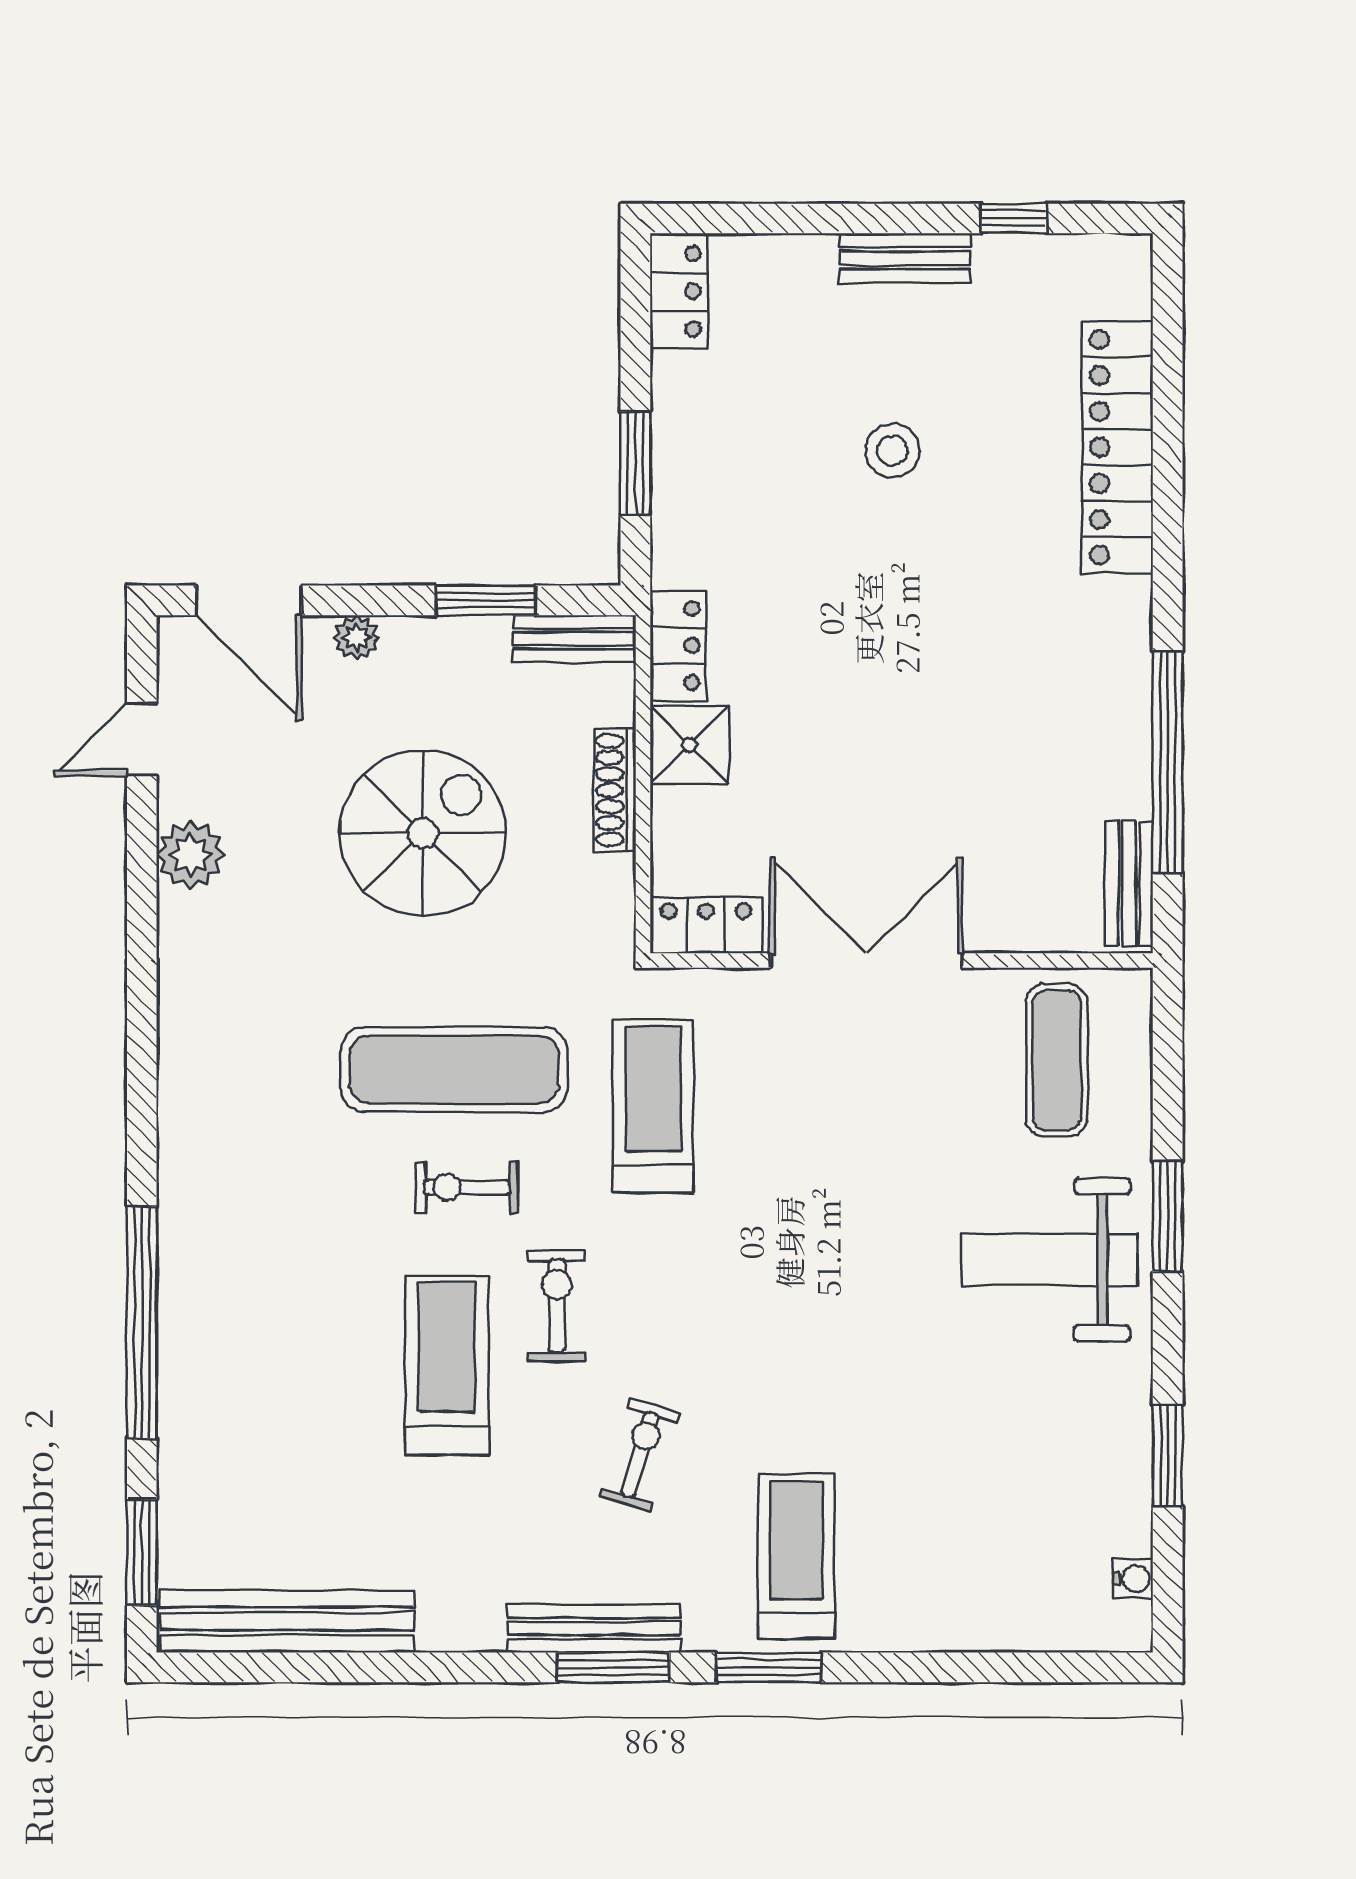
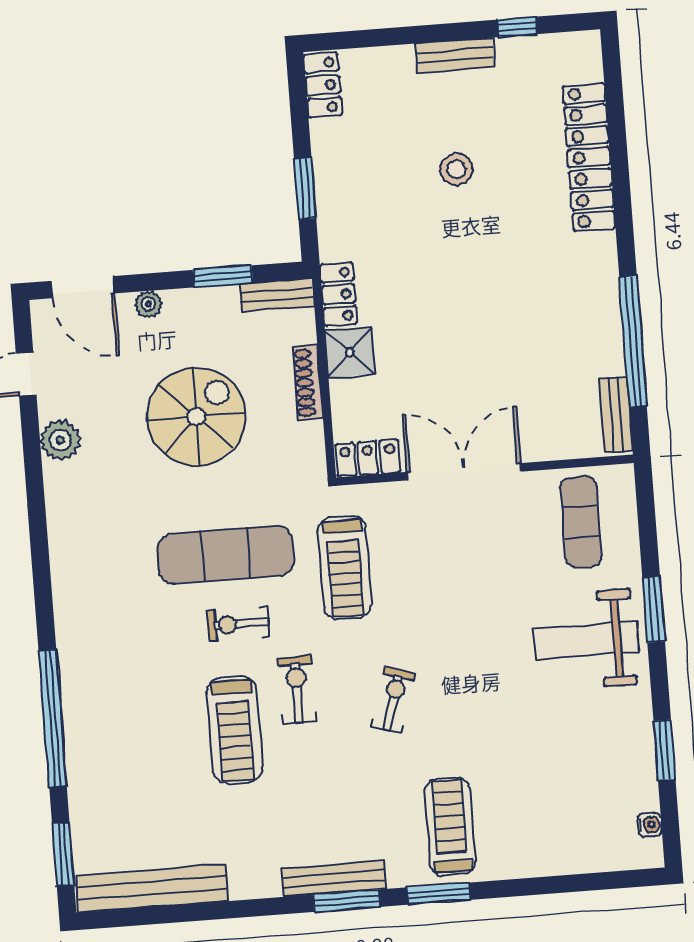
treadmill: (653, 1106) -> (345, 567), turned 180
treadmill: (447, 1365) -> (235, 730), turned 180
exercise bike: (640, 1455) -> (393, 700), moved

